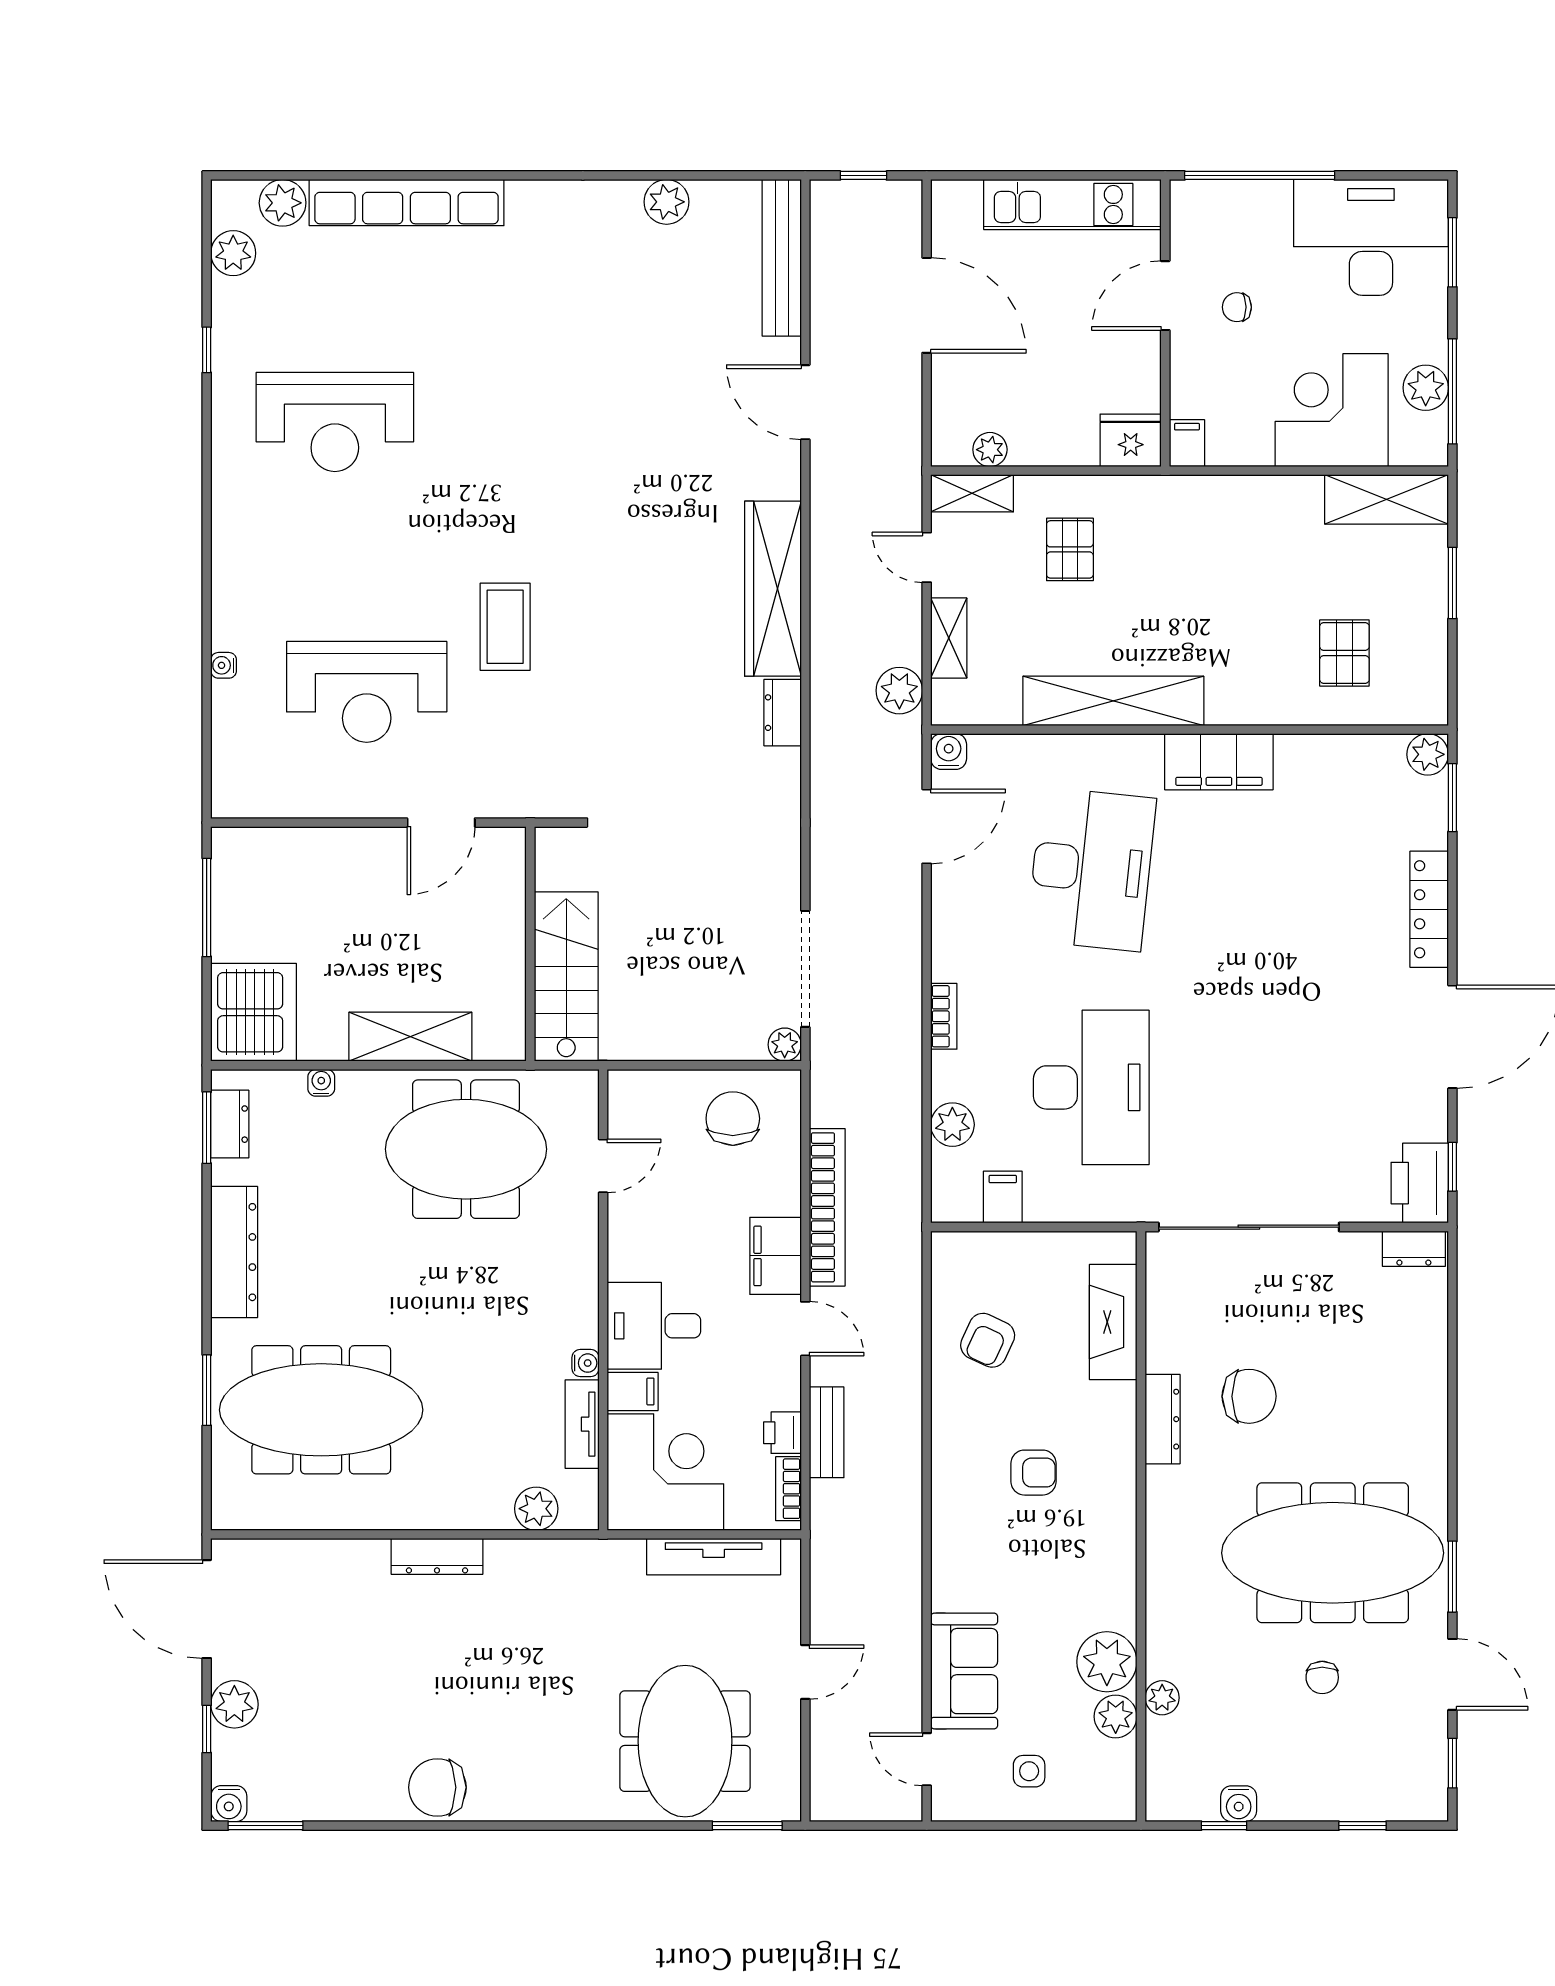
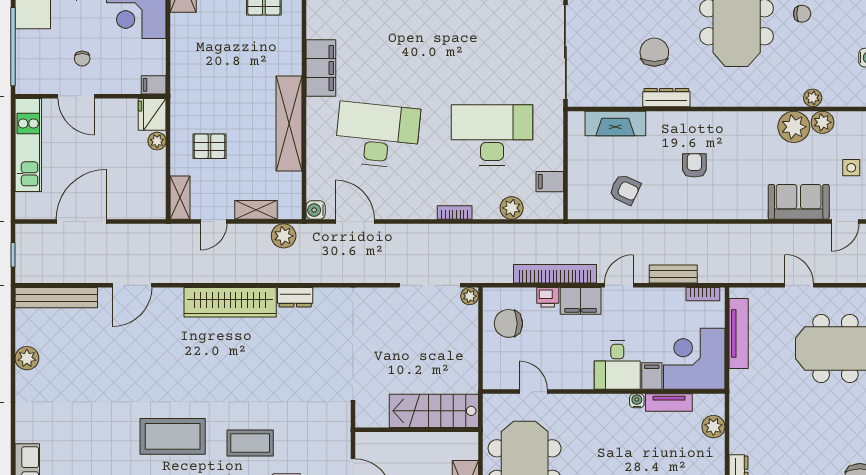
plant: (990, 450) -> (157, 141), moved
coffee table: (518, 479) -> (173, 436), added
printer: (782, 1433) -> (548, 297), moved

